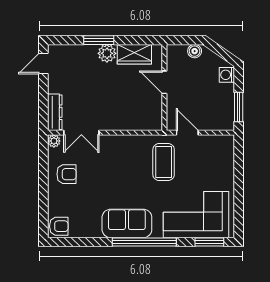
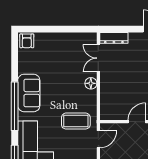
plant: (54, 141) -> (92, 37), removed
floor lamp: (114, 142) -> (91, 83), added
armchair: (67, 174) -> (67, 47), removed

